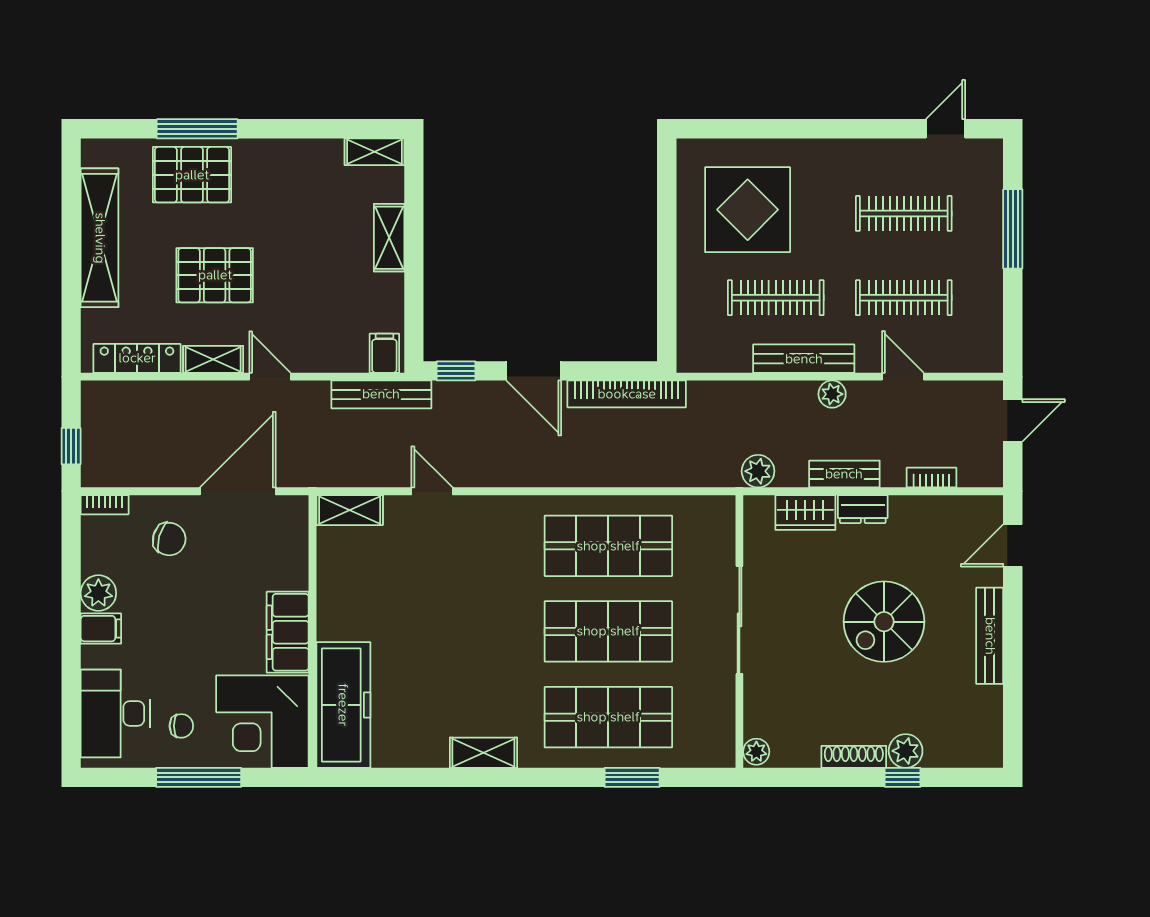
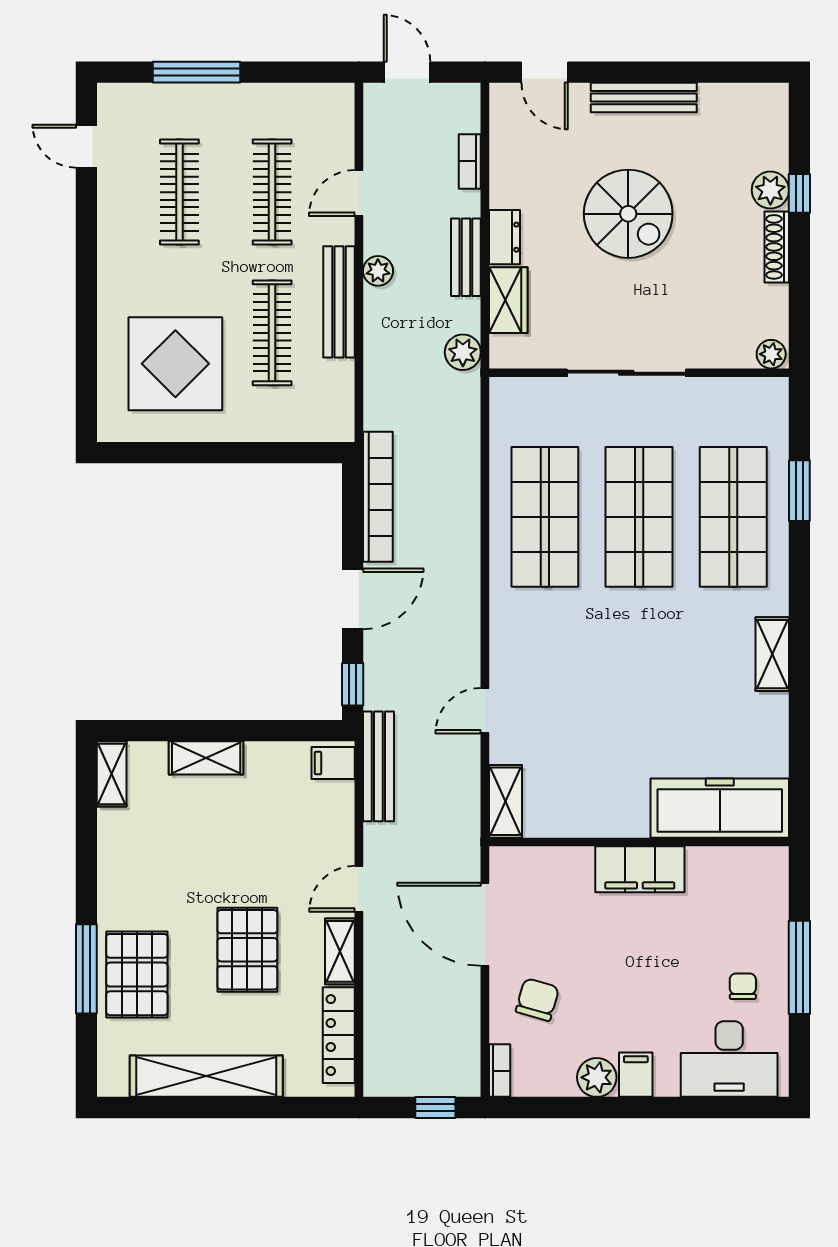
corner desk: (262, 722) -> (738, 897), removed

